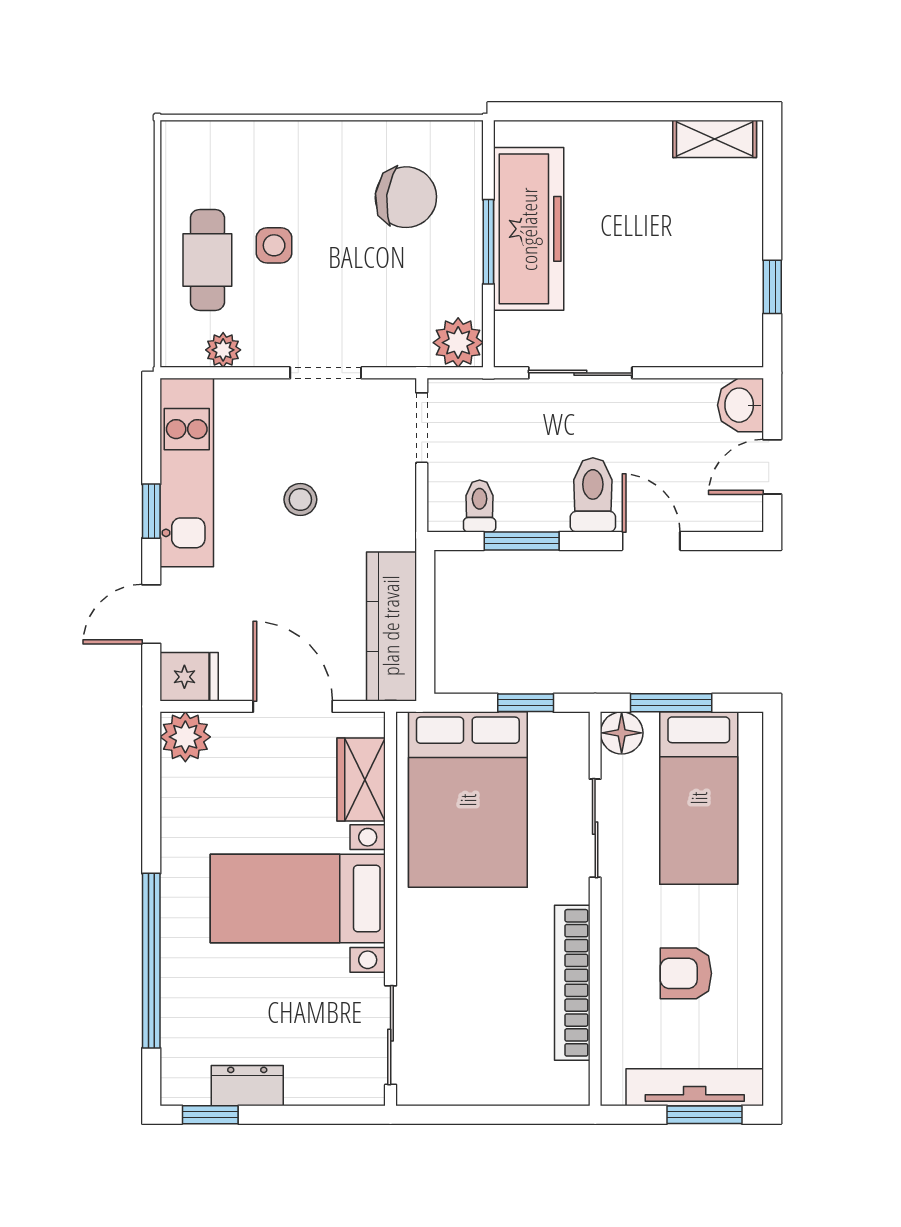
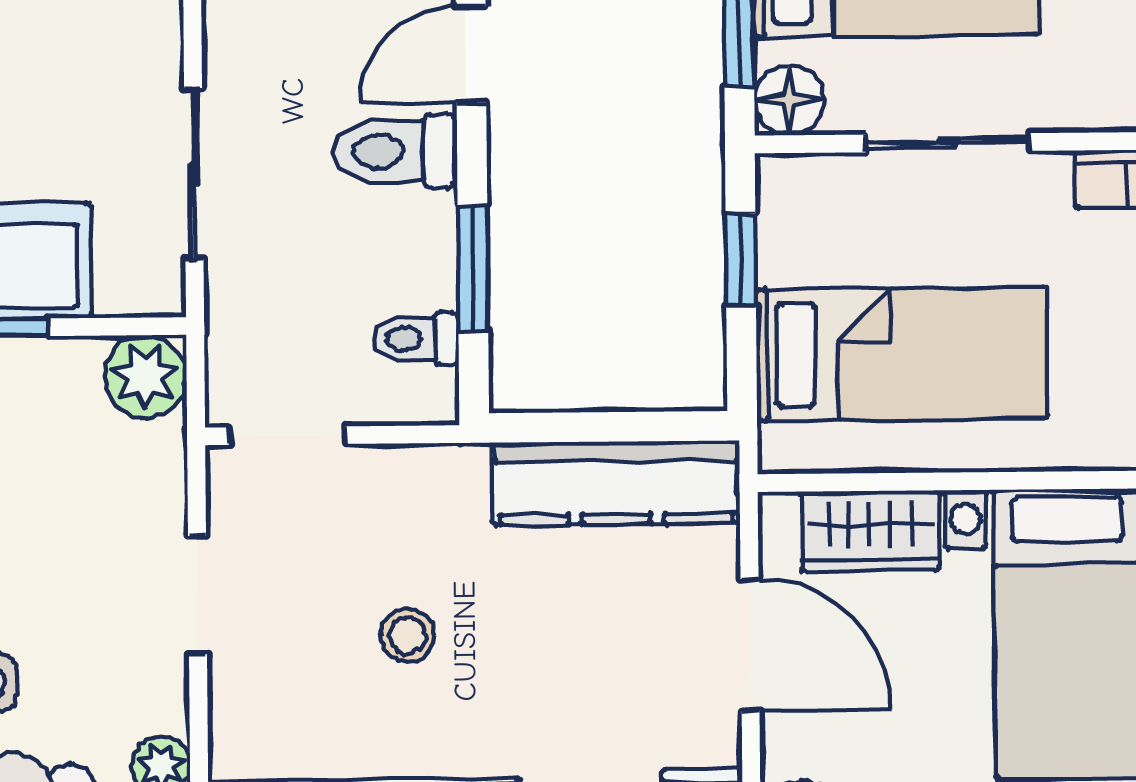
door: (293, 706) -> (750, 645), swing flipped
bed: (468, 800) -> (902, 354), width x0.67

